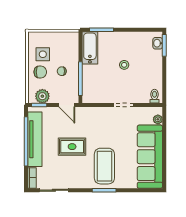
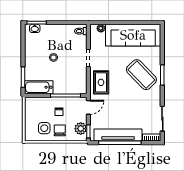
rug: (72, 147) -> (101, 82), moved
coffee table: (104, 166) -> (141, 75), turned 46

